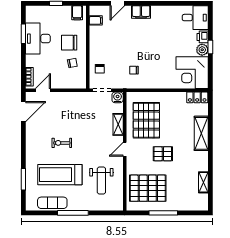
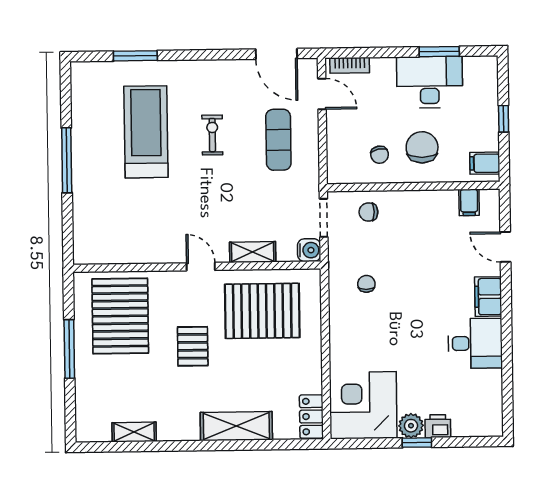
desk: (195, 18) -> (475, 343), moved, turned -90
weight bench: (101, 180) -> (135, 219), removed
exercise mat: (52, 203) -> (278, 140), moved

